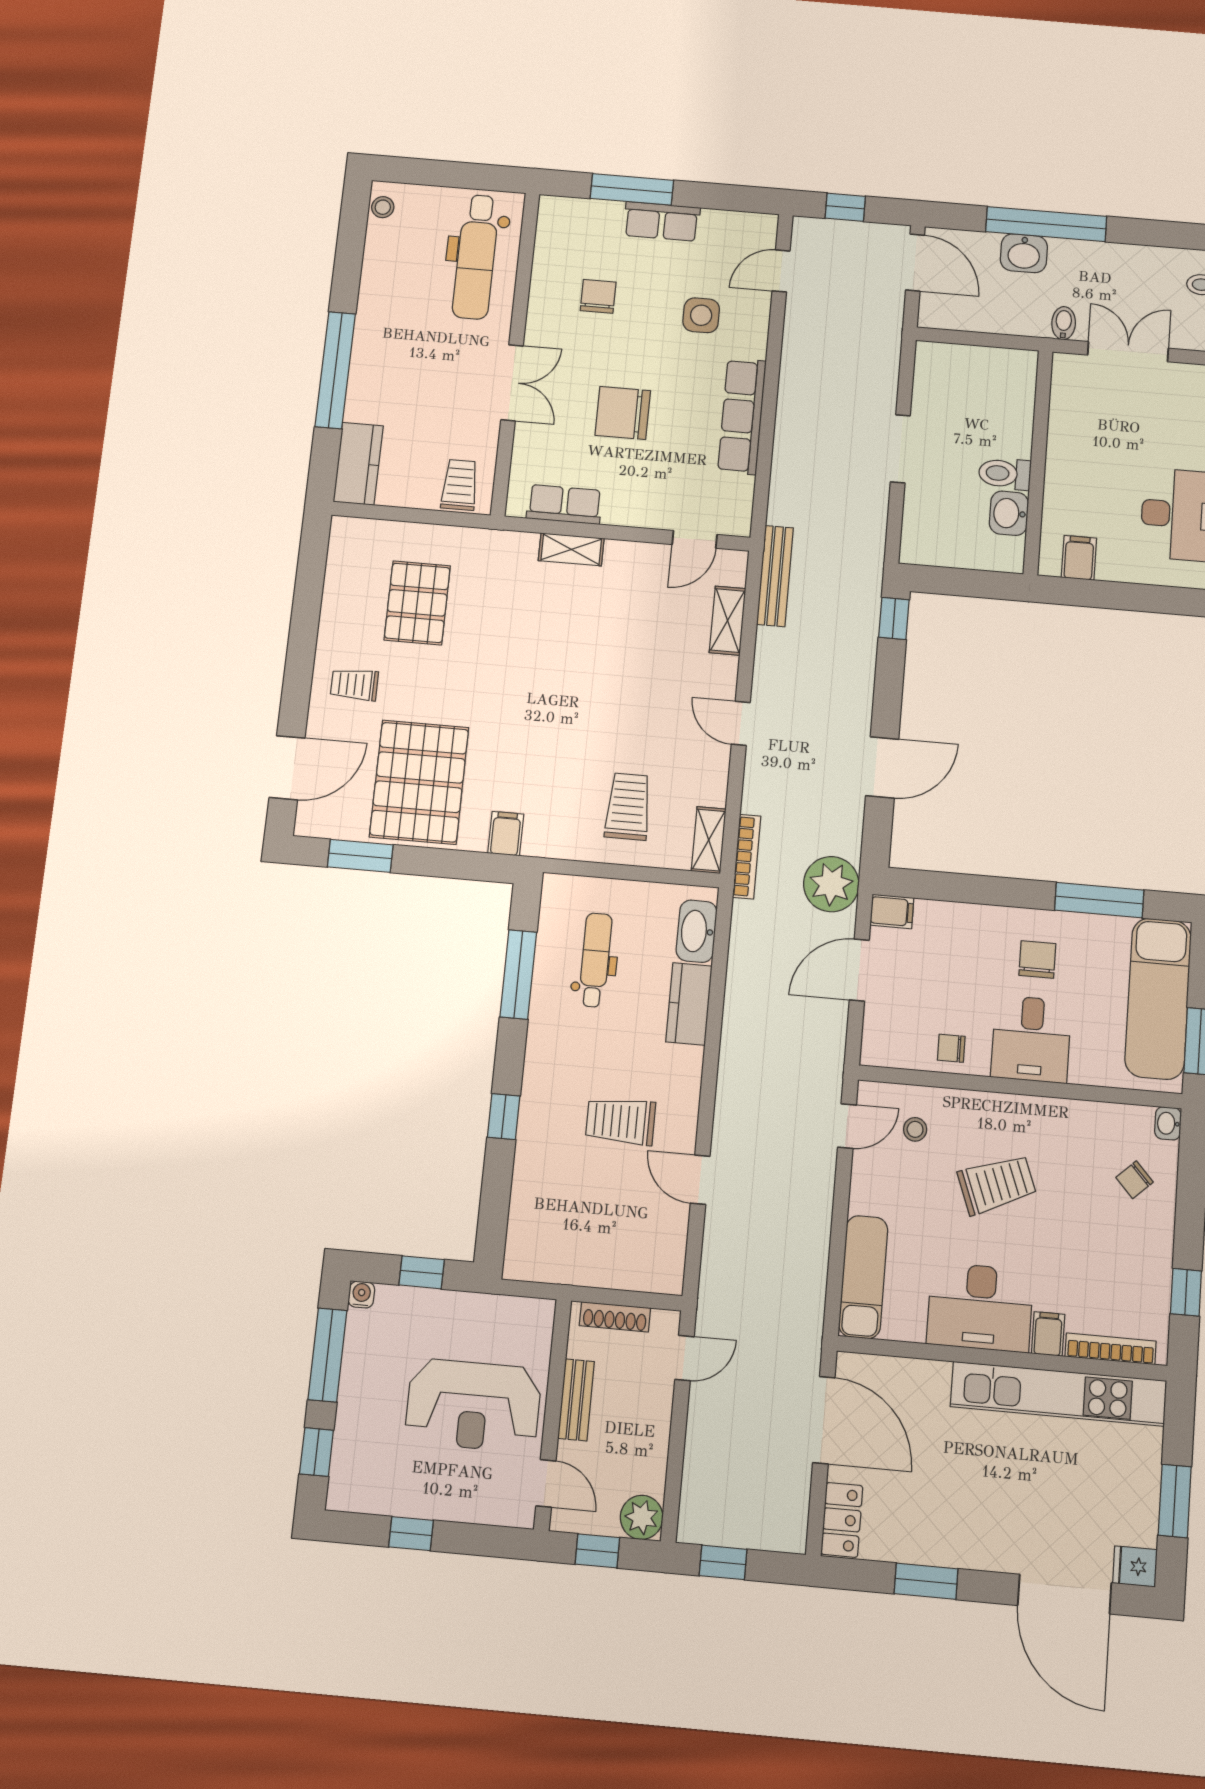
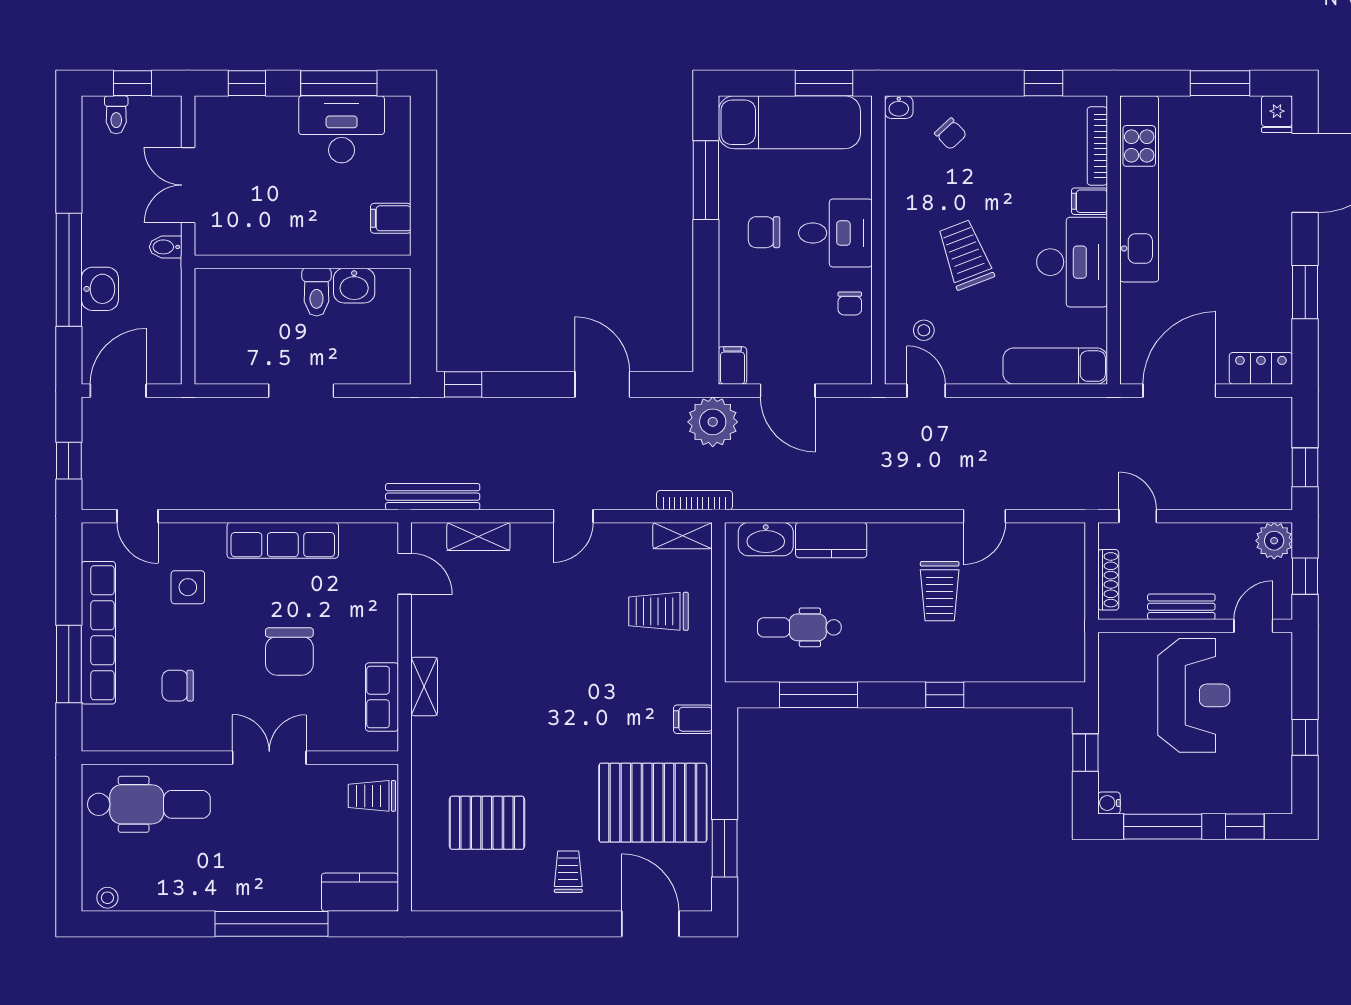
row of seats: (662, 221) -> (98, 633), width x2.02
trolley: (354, 685) -> (568, 872), turned 180

